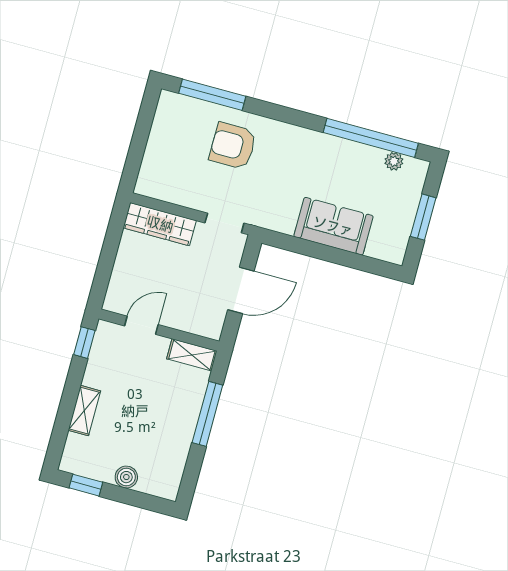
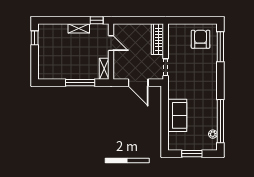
armchair: (233, 146) -> (201, 39), moved
shelving: (84, 411) -> (79, 28), moved
boiler: (126, 477) -> (43, 55), removed

